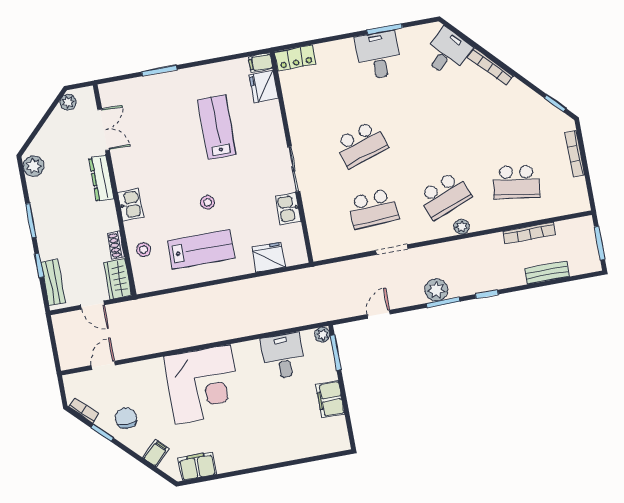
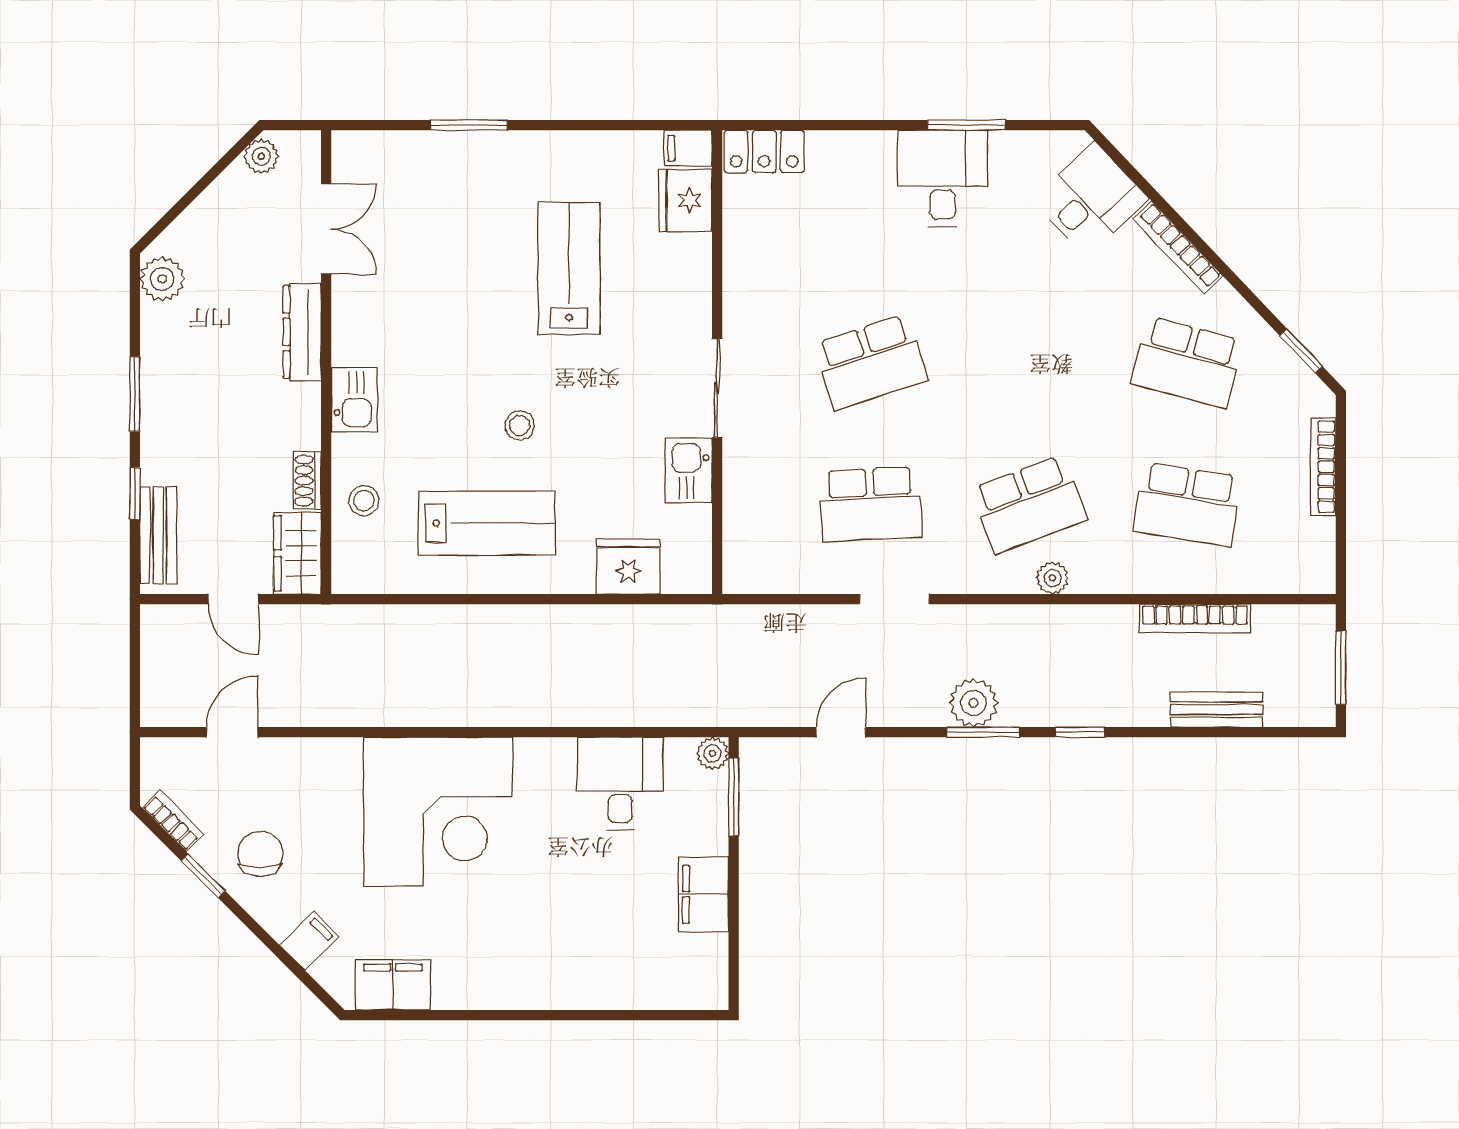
school desk: (504, 118) -> (1187, 362), added

